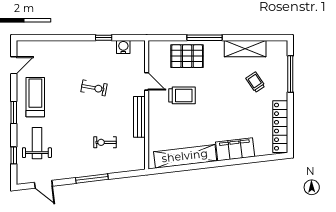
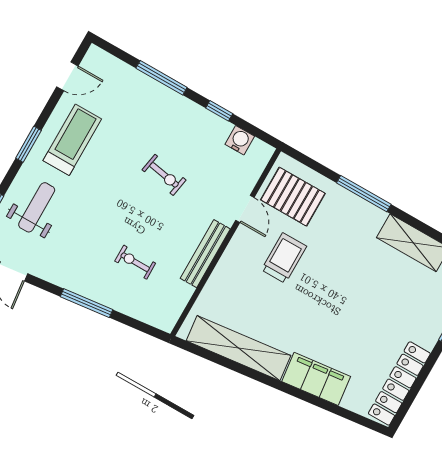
window: (63, 38) -> (161, 78), added
pallet: (187, 56) -> (293, 197), moved
trolley: (255, 82) -> (400, 299), removed
trolley: (182, 95) -> (284, 258), turned -90

